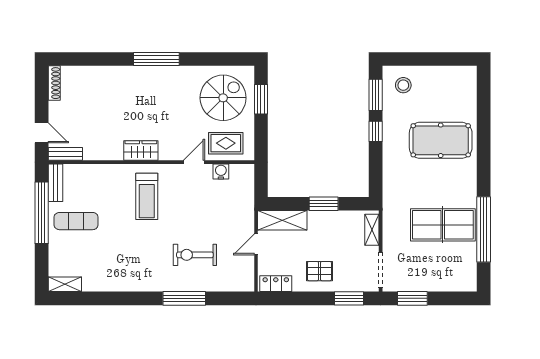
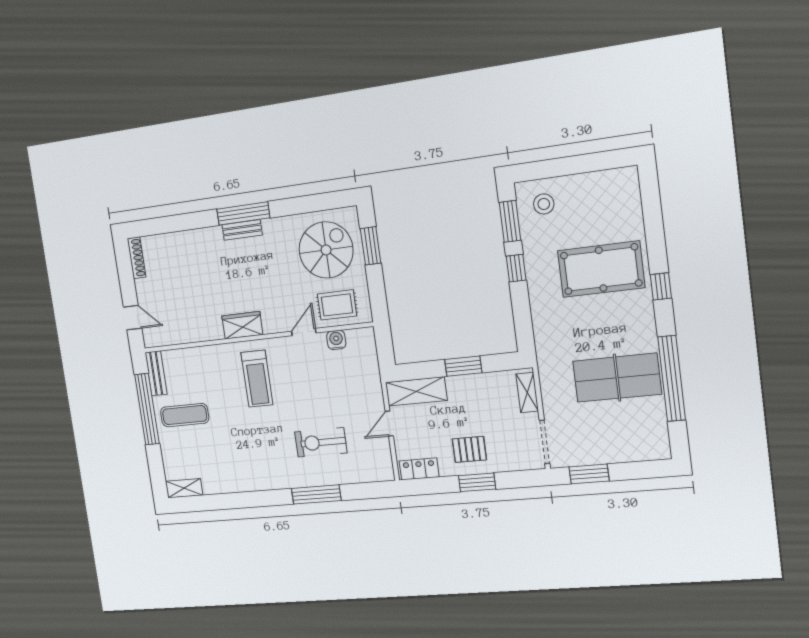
bench: (65, 154) -> (242, 230), moved
window: (484, 159) -> (661, 286), added
window: (349, 298) -> (477, 482), moved

